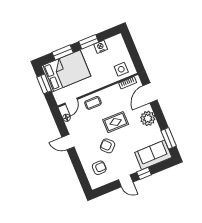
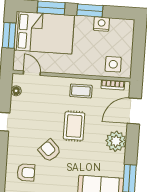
door: (71, 101) -> (32, 73), swing flipped
coffee table: (93, 103) -> (81, 91), moved
rug: (116, 122) -> (74, 126), turned 90

